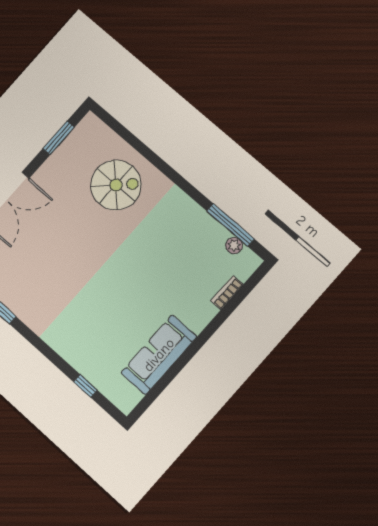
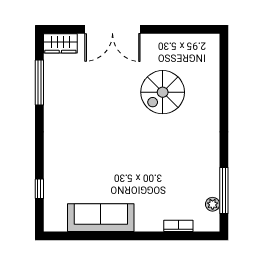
window: (59, 138) -> (183, 29), removed
spiral stairs: (116, 185) -> (163, 92), moved, turned 90

